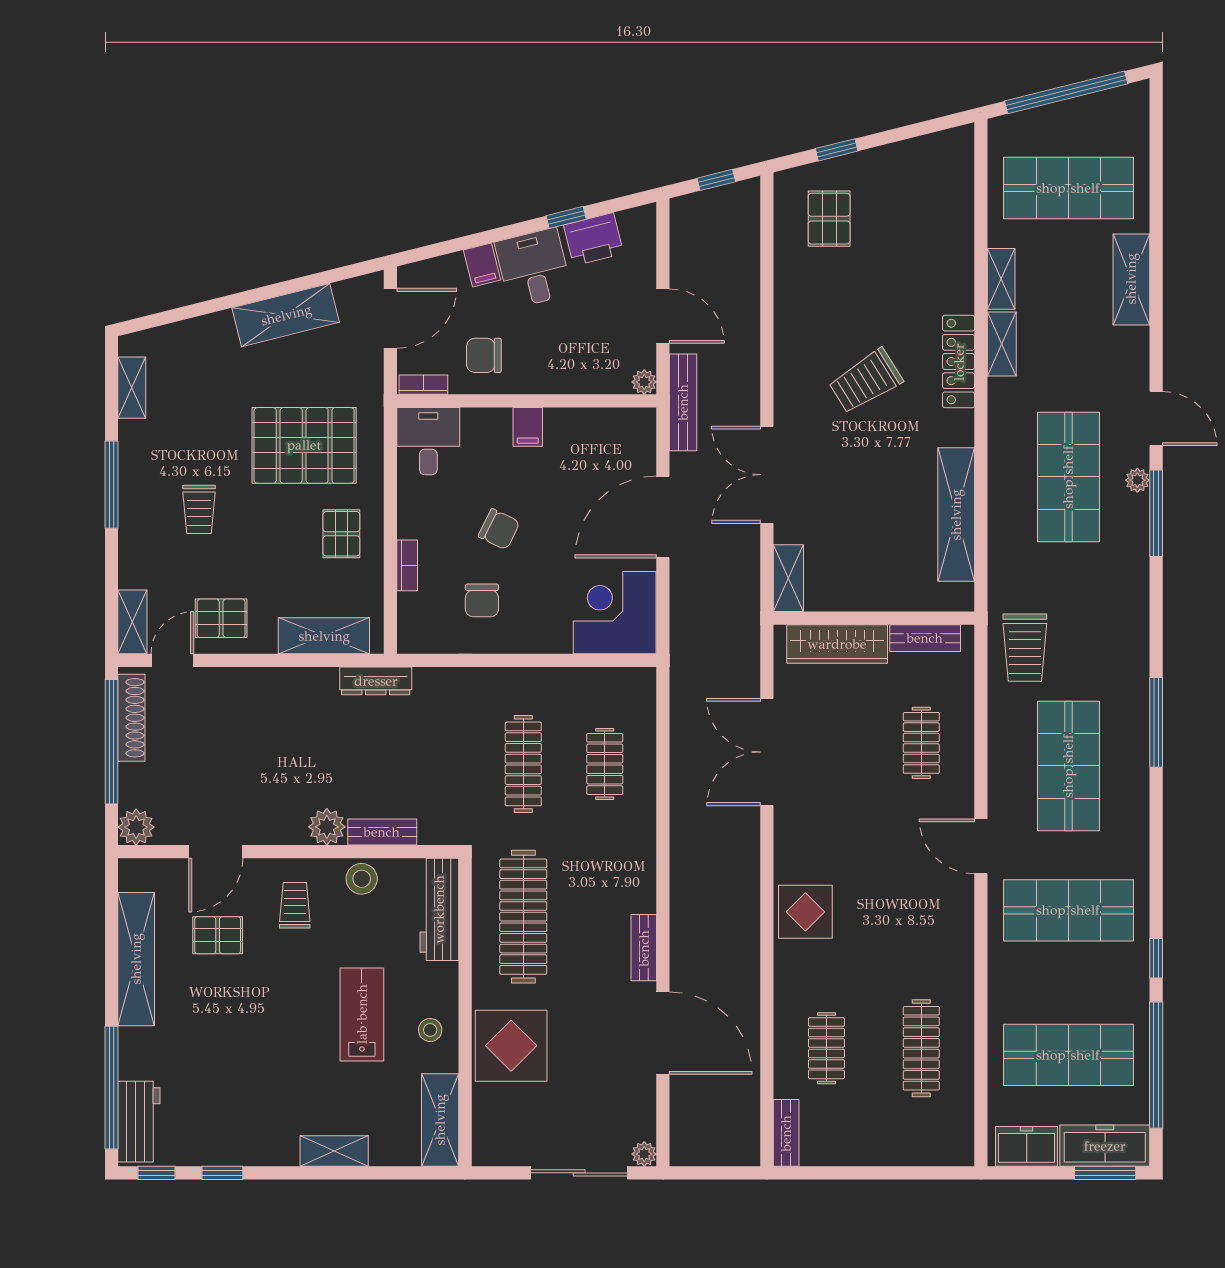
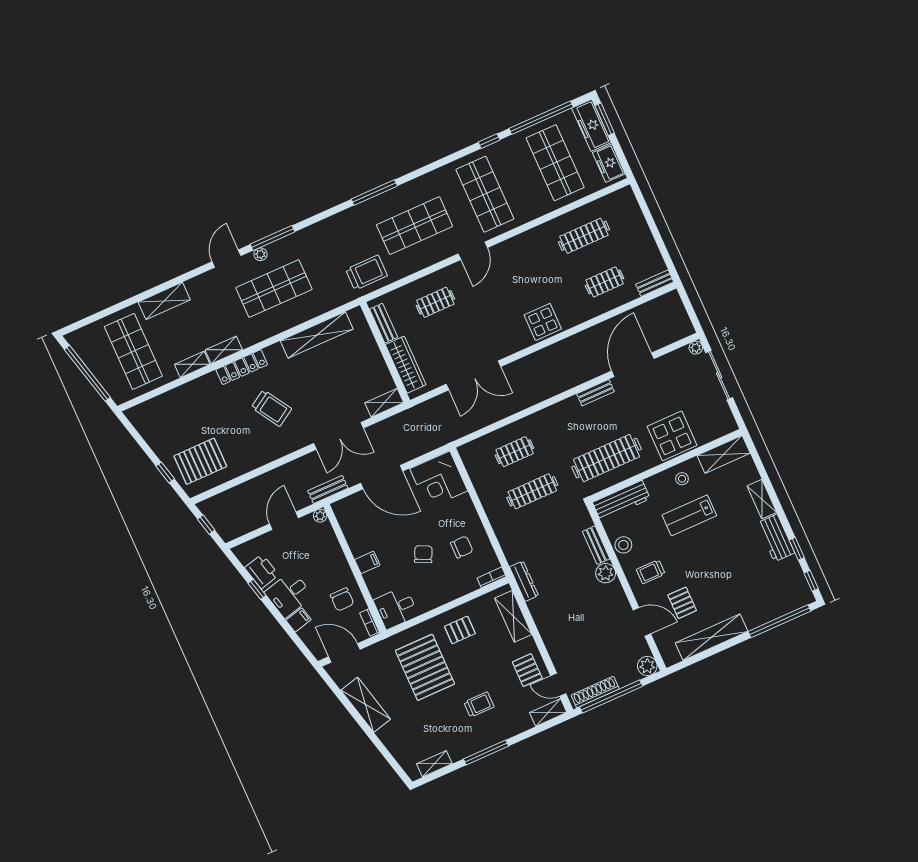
pallet: (829, 219) -> (200, 461), width x1.50, depth x1.42
bench: (683, 402) -> (328, 489), width x0.73
bookcase: (407, 565) -> (492, 577), moved
workbench: (139, 1122) -> (776, 538), moved, turned -90

